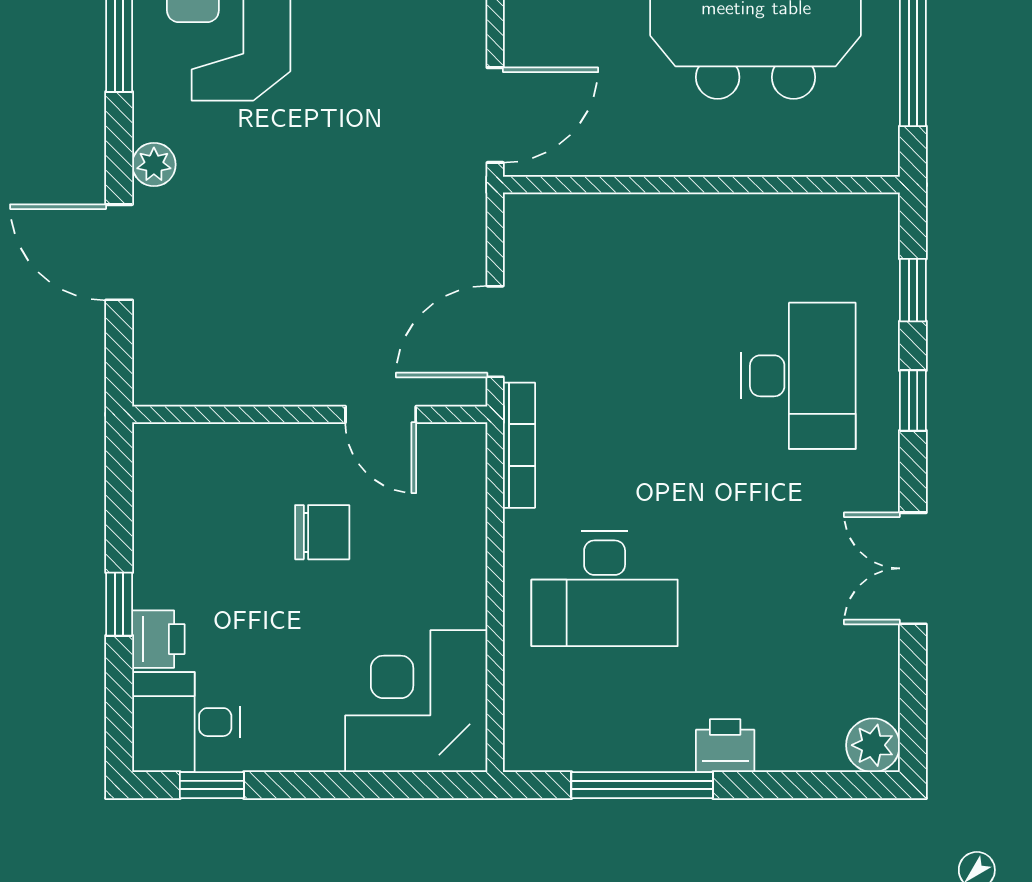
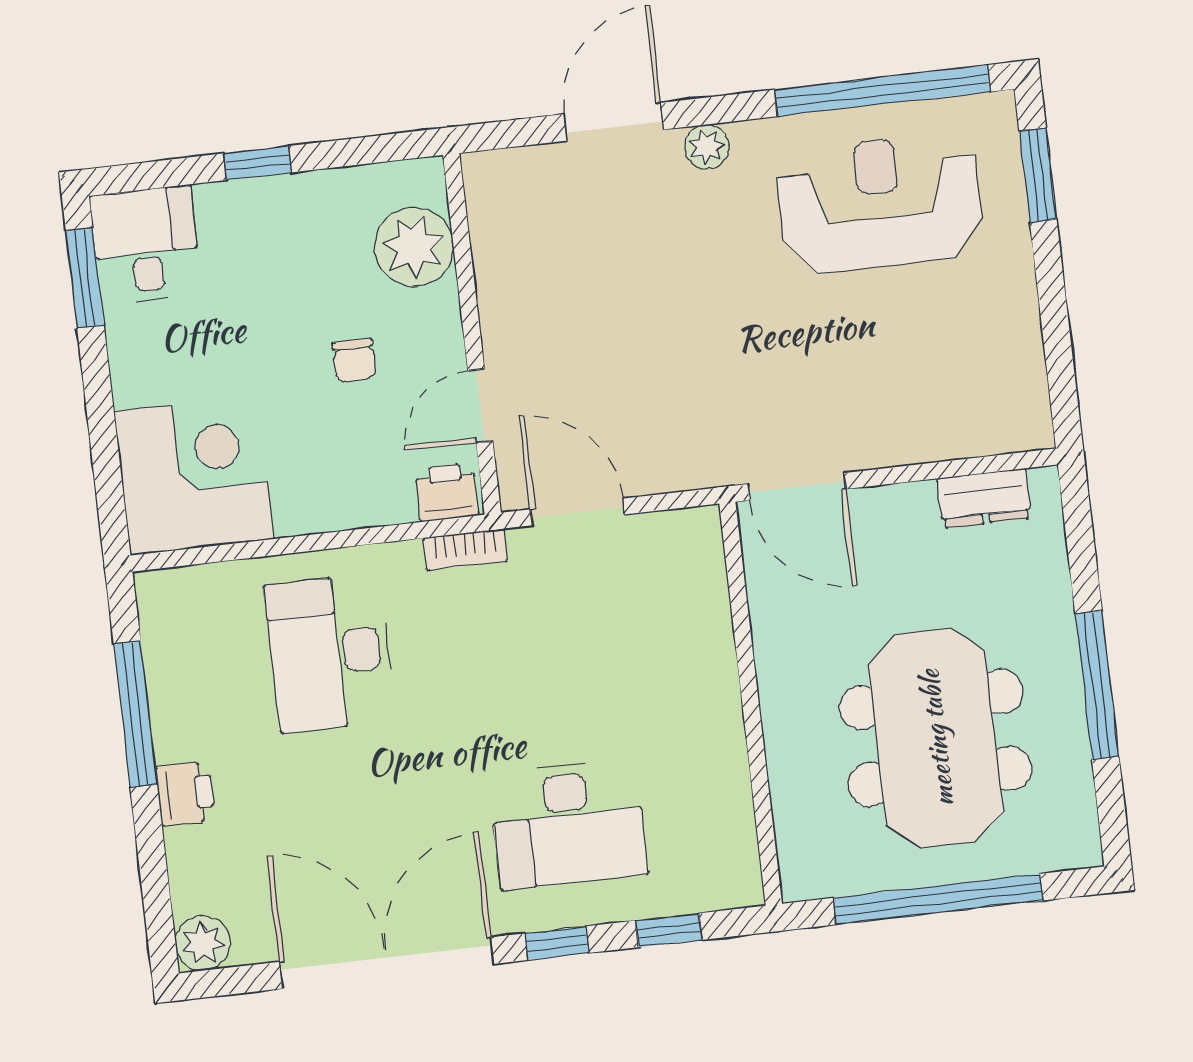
bookcase: (519, 445) -> (465, 549), width x0.64
plant: (218, 461) -> (414, 247), added
chair: (322, 532) -> (354, 360), width x0.73, depth x0.73
double door: (913, 568) -> (387, 963), width x1.87
printer: (158, 639) -> (447, 492), moved, turned 180
window: (212, 785) -> (85, 278), width x1.50

